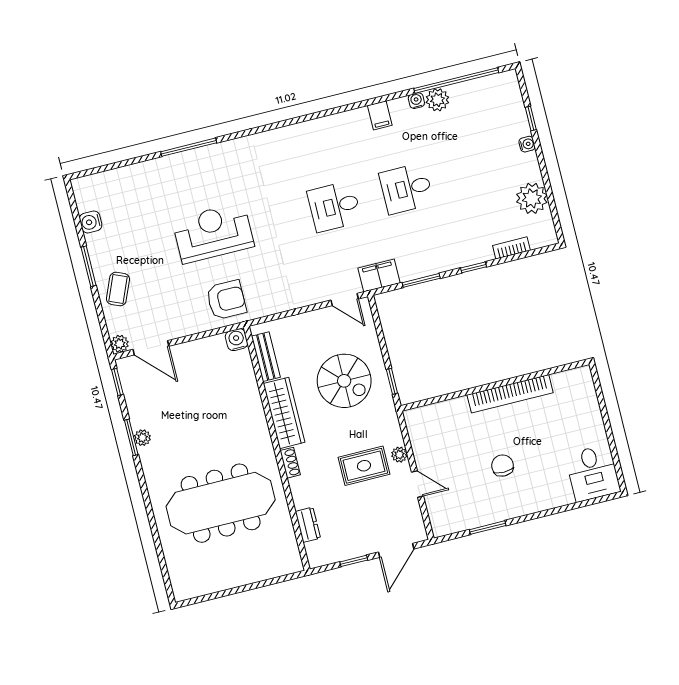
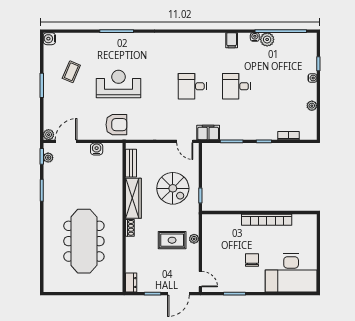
plant: (532, 198) -> (312, 106), width x0.53, depth x0.53
water cooler: (91, 222) -> (49, 39), moved
coffee table: (118, 289) -> (71, 72), moved
water cooler: (236, 340) -> (97, 149), moved
door: (151, 348) -> (66, 141), swing flipped
plant: (142, 438) -> (48, 158), moved
desk: (593, 473) -> (291, 273), width x1.87, depth x1.30
door: (418, 484) -> (200, 279), moved
meeting table: (221, 503) -> (84, 241), turned 90
dresser: (308, 525) -> (131, 283), moved

